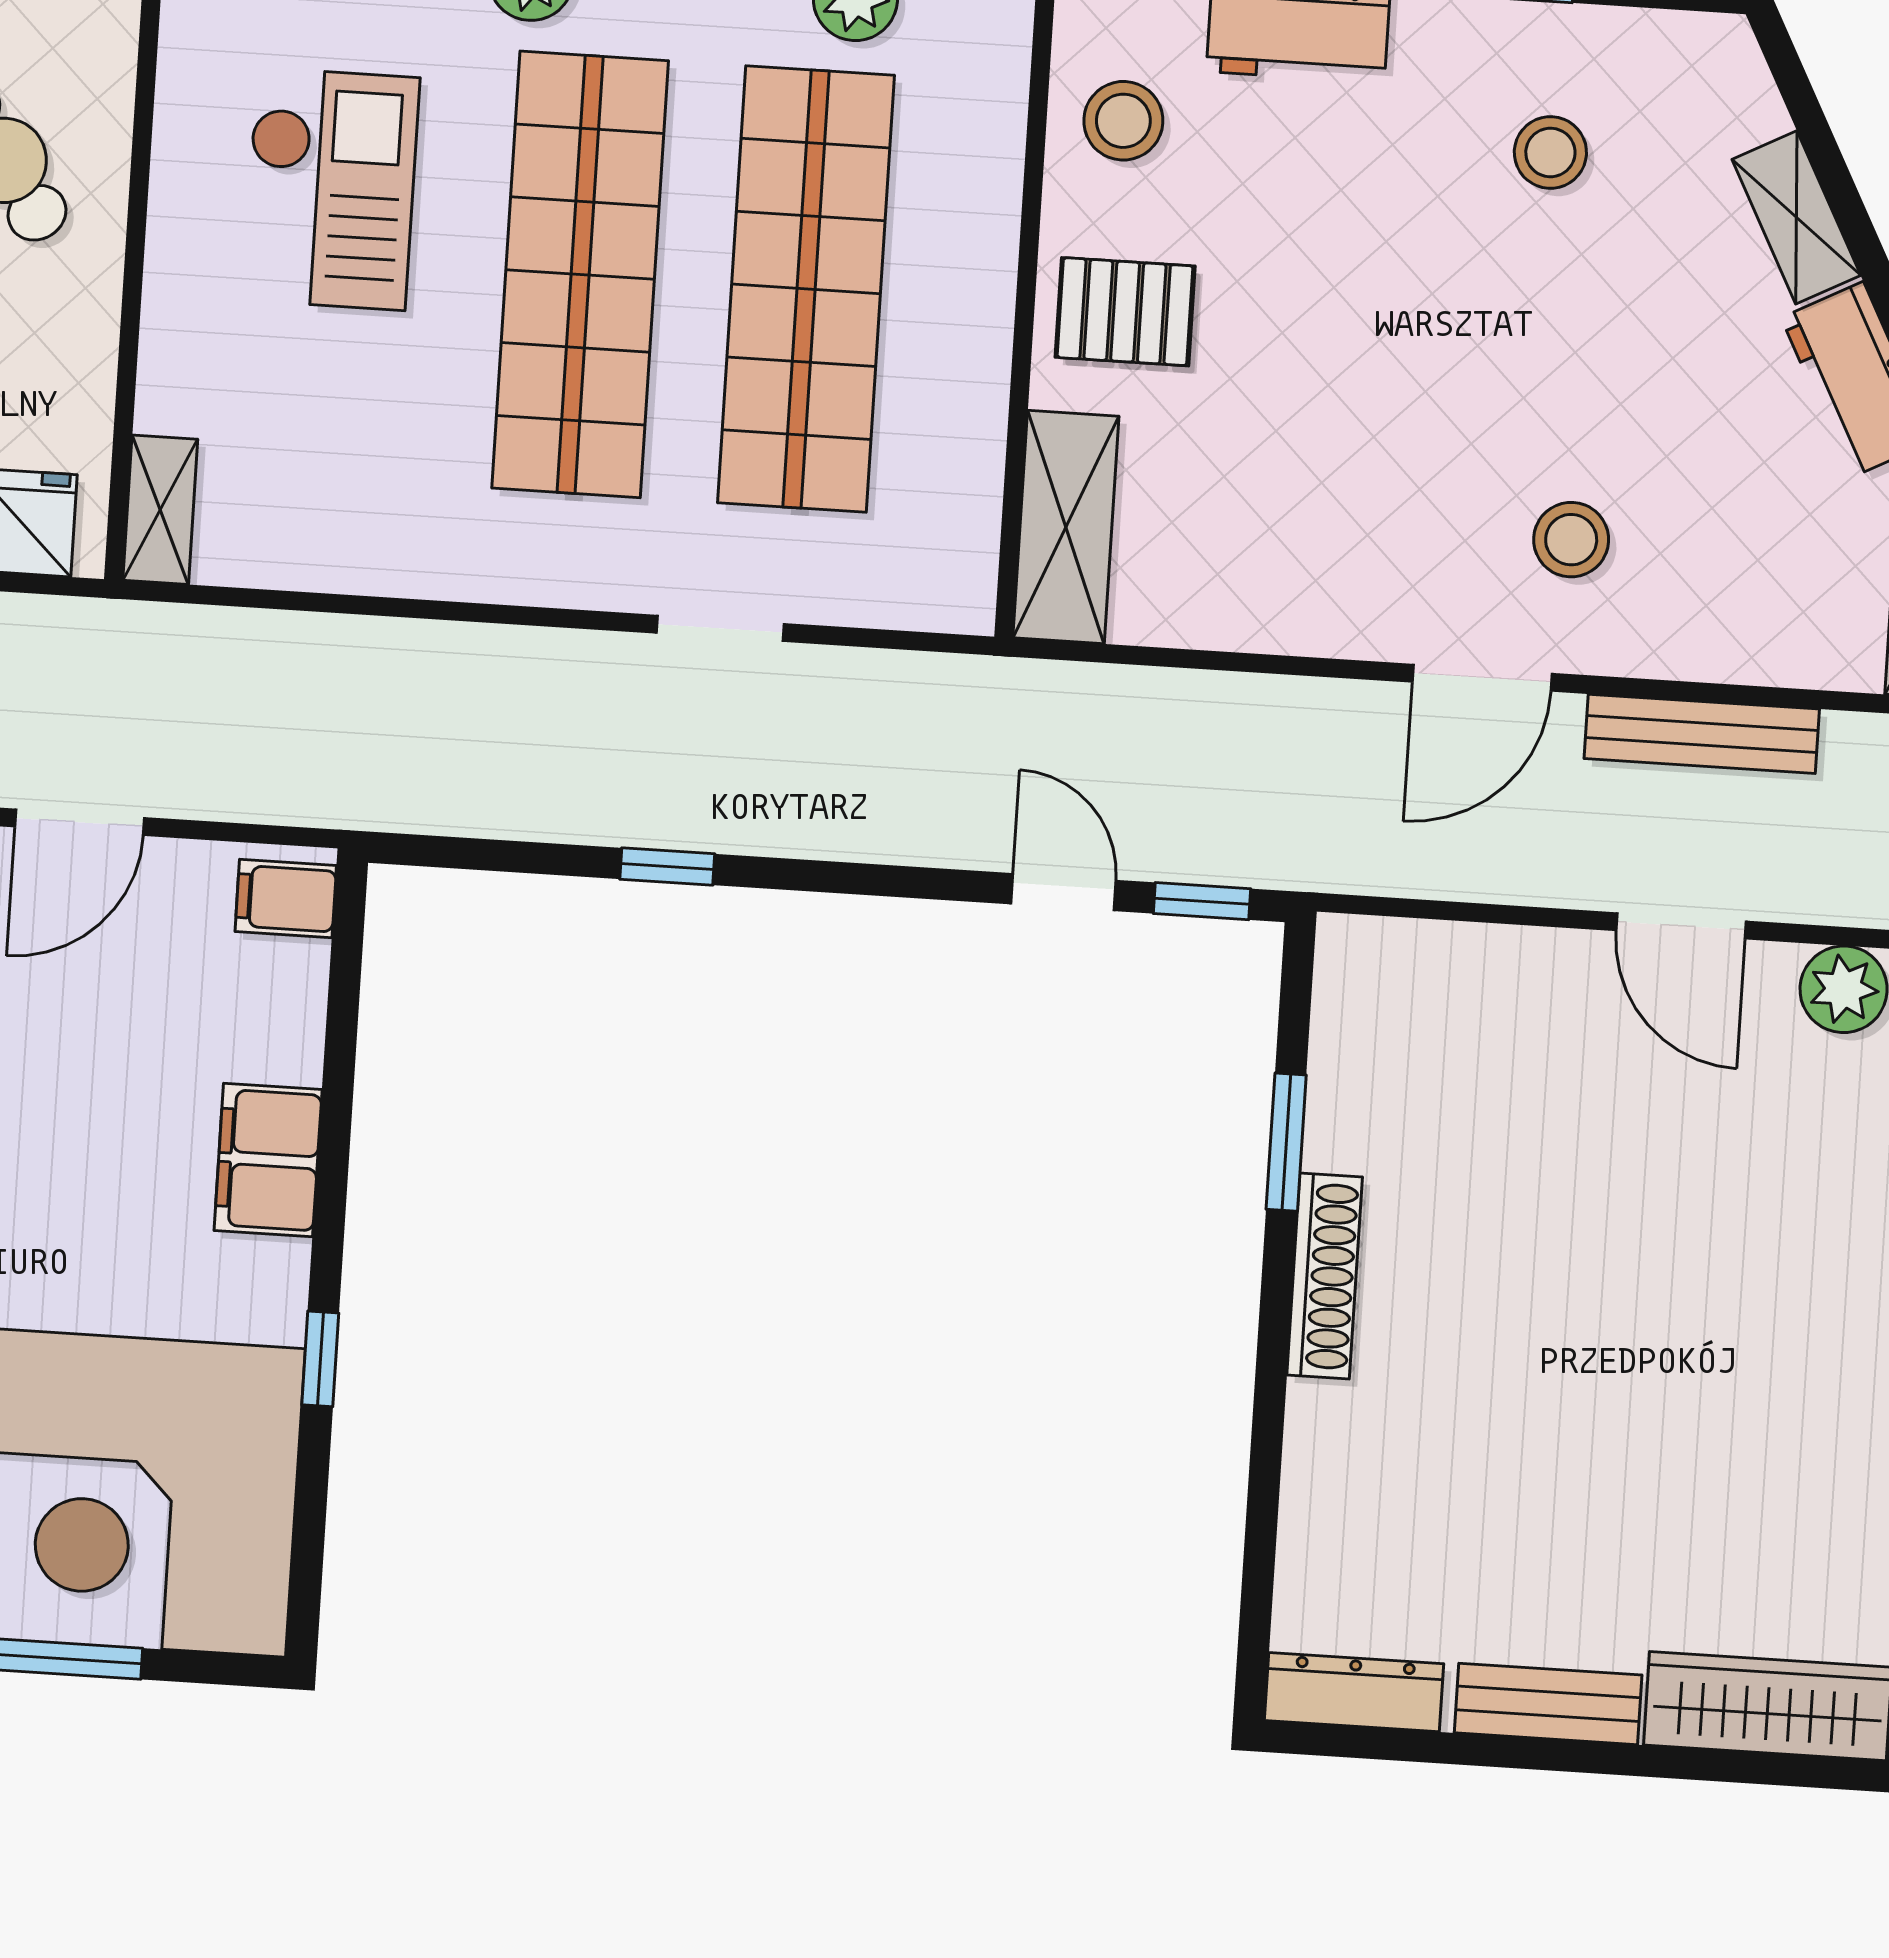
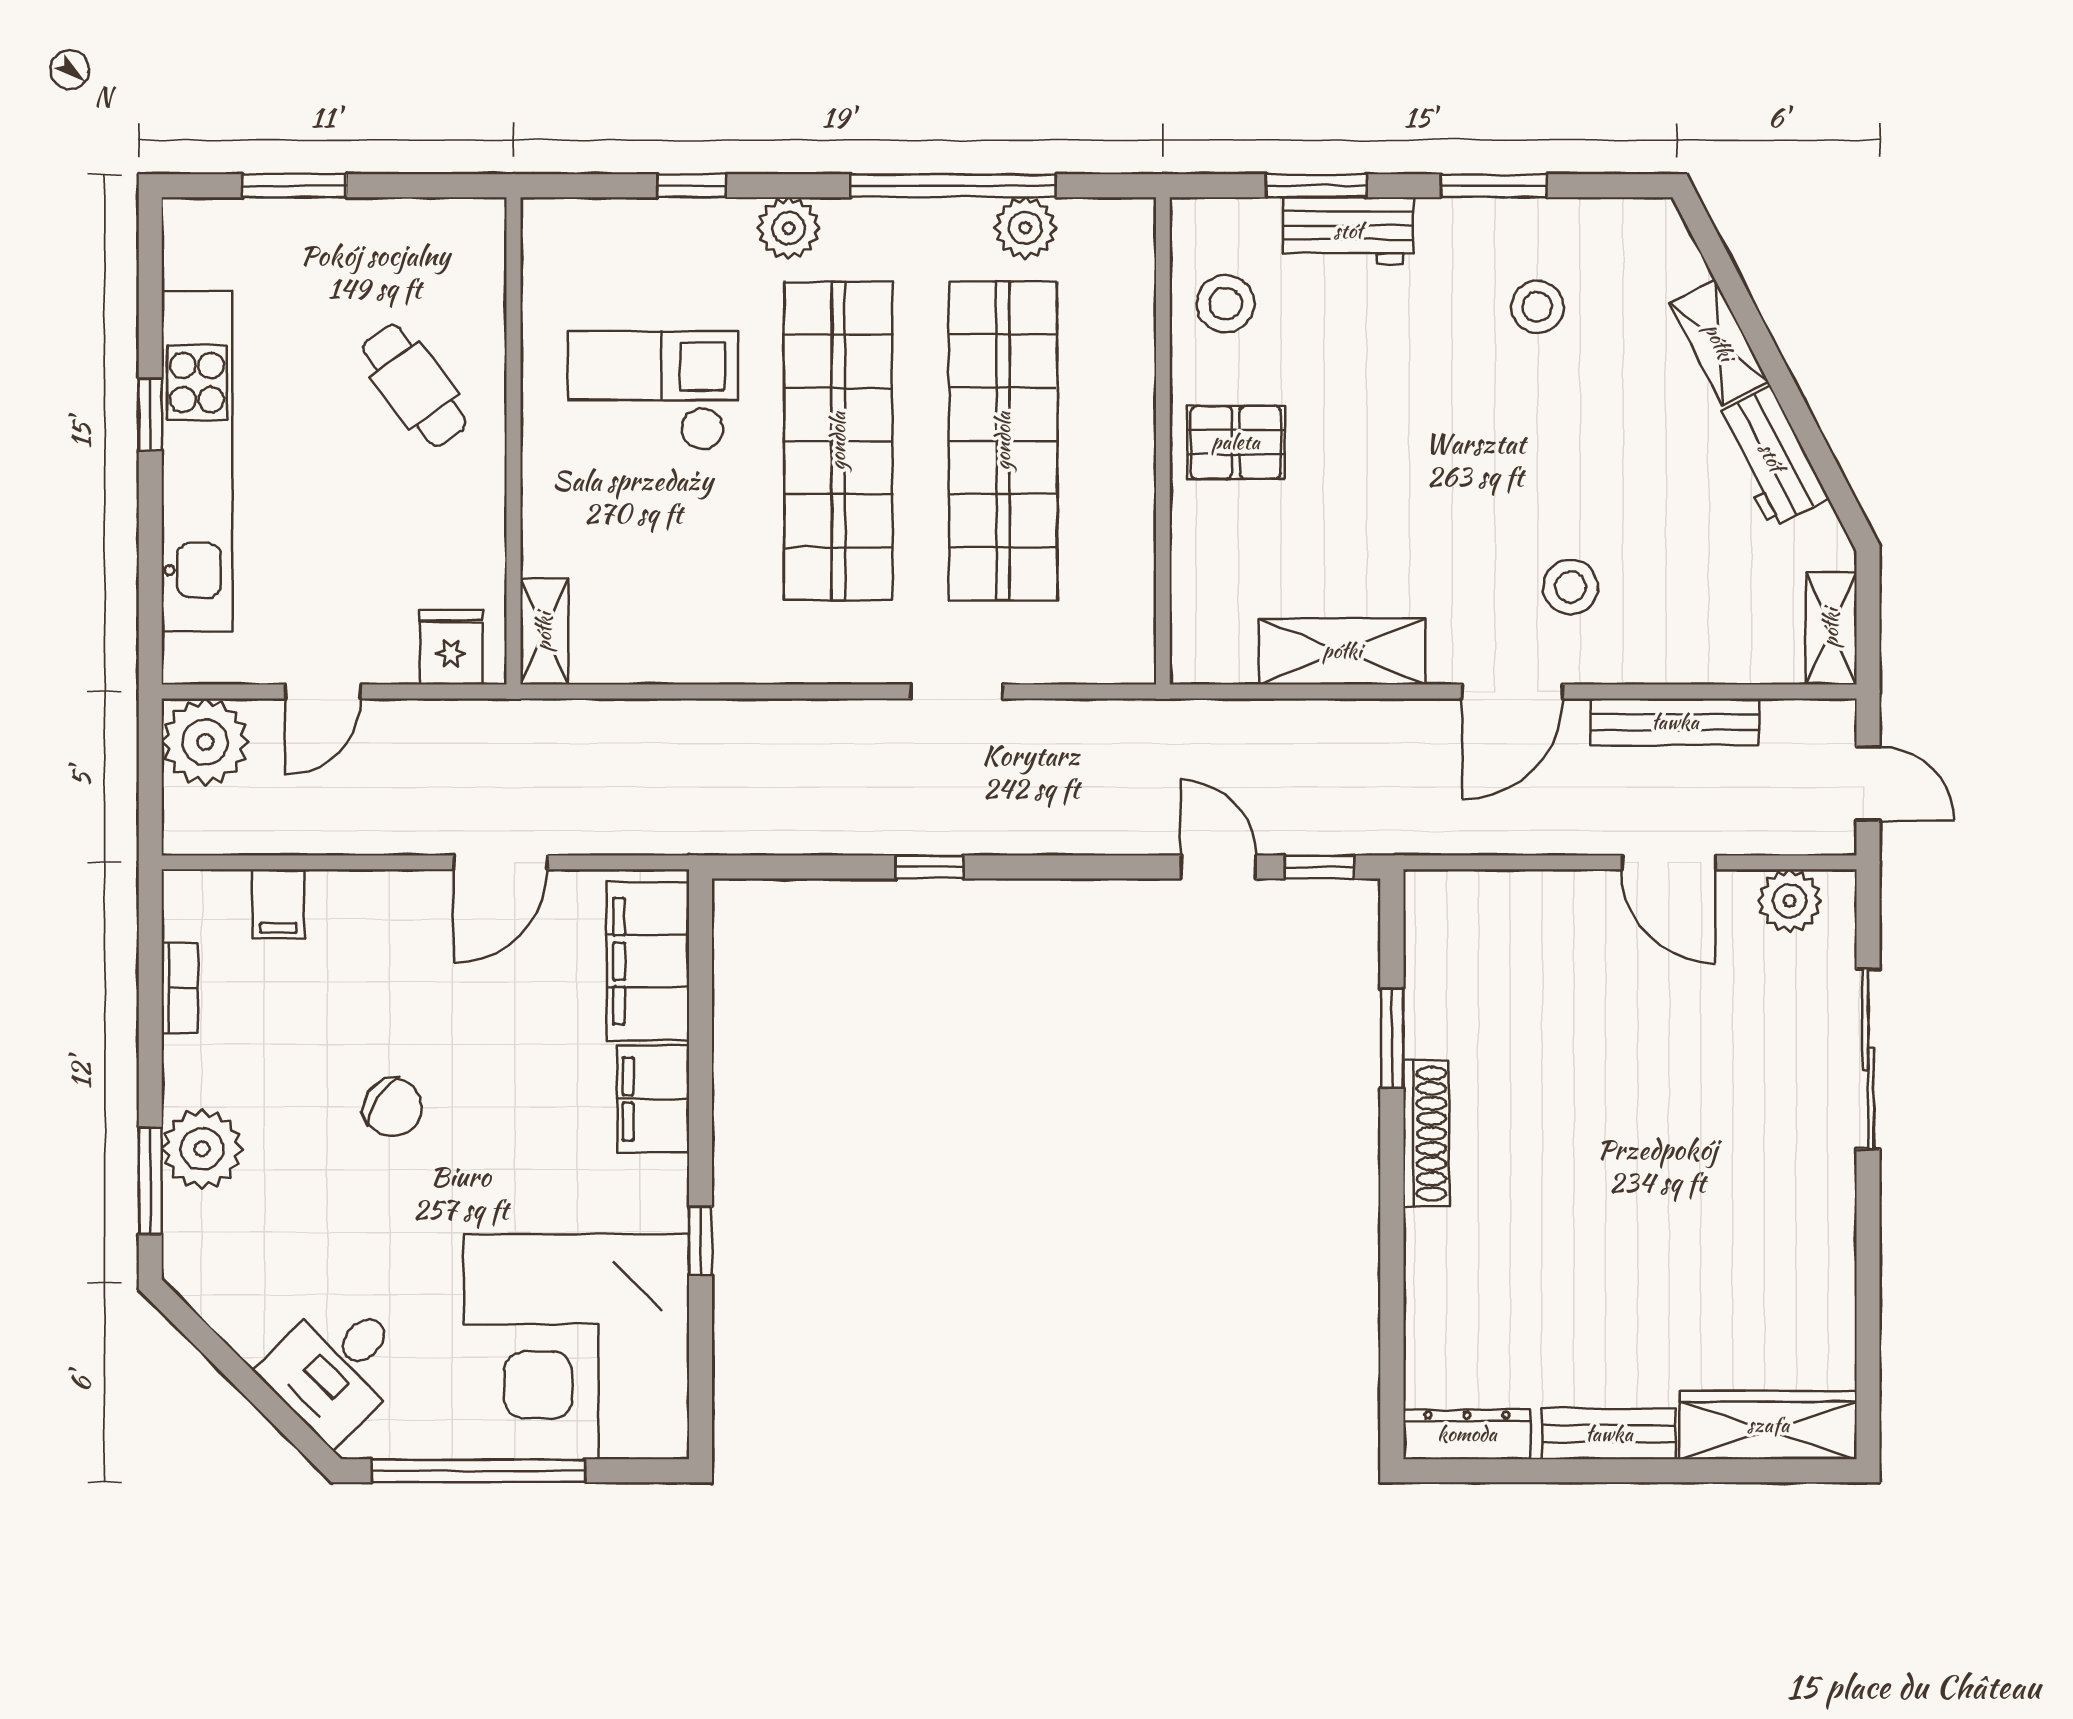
checkout: (331, 189) -> (653, 391), turned -90
shelving: (1066, 527) -> (1342, 651), moved, turned 90
filing cabinet: (286, 899) -> (648, 961), width x3.00, depth x1.17

